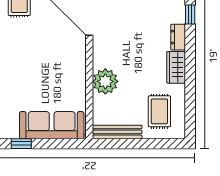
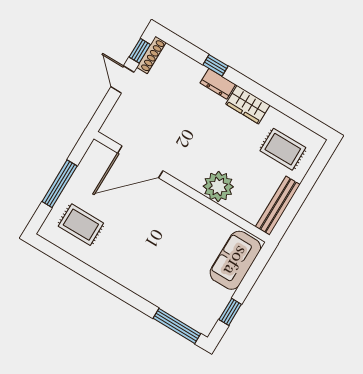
window: (190, 15) -> (216, 65), moved
sofa: (52, 125) -> (235, 260), width x0.73

